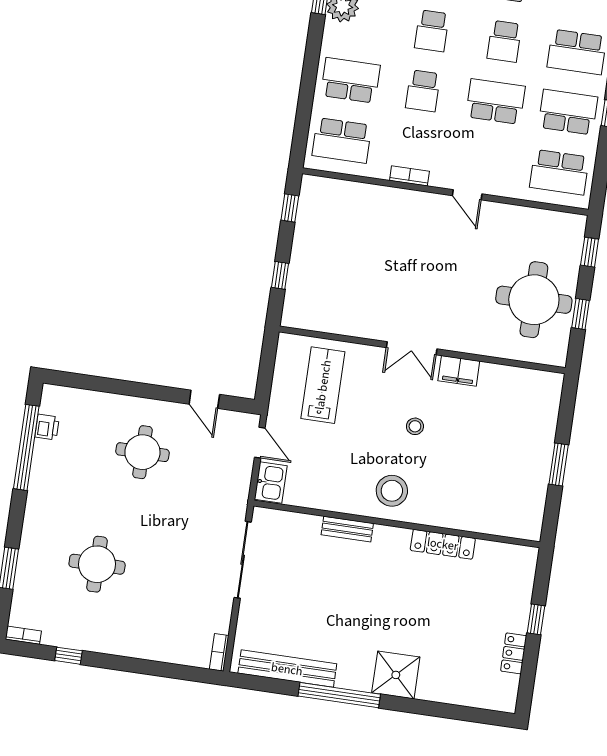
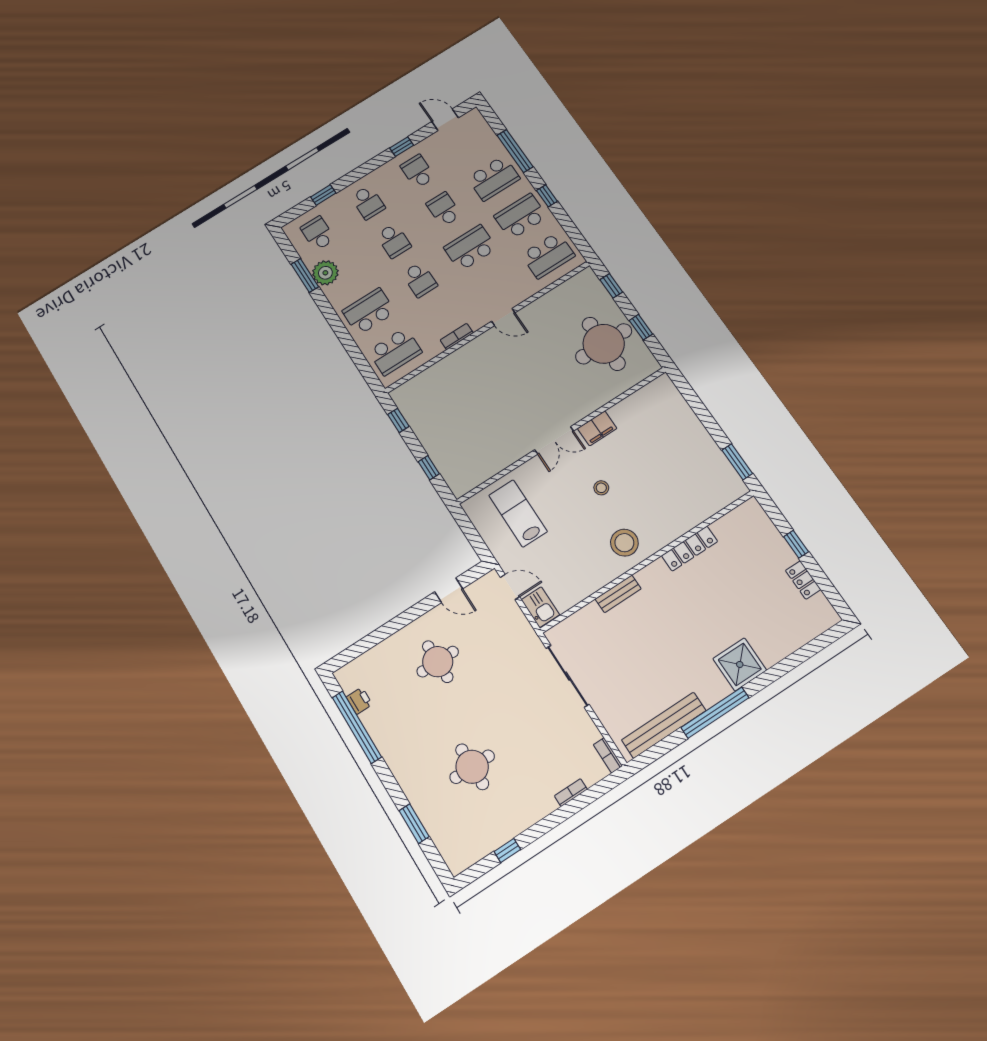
school desk: (504, 41) -> (444, 209), turned 180
window: (559, 465) -> (737, 462), moved
bookcase: (23, 635) -> (571, 793), moved

